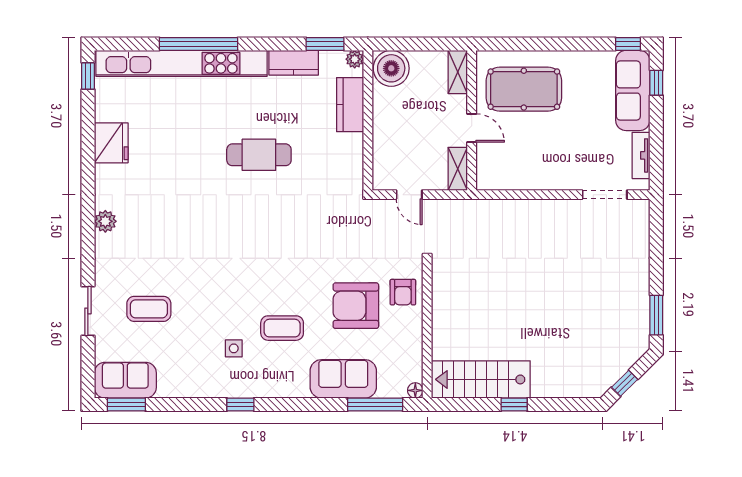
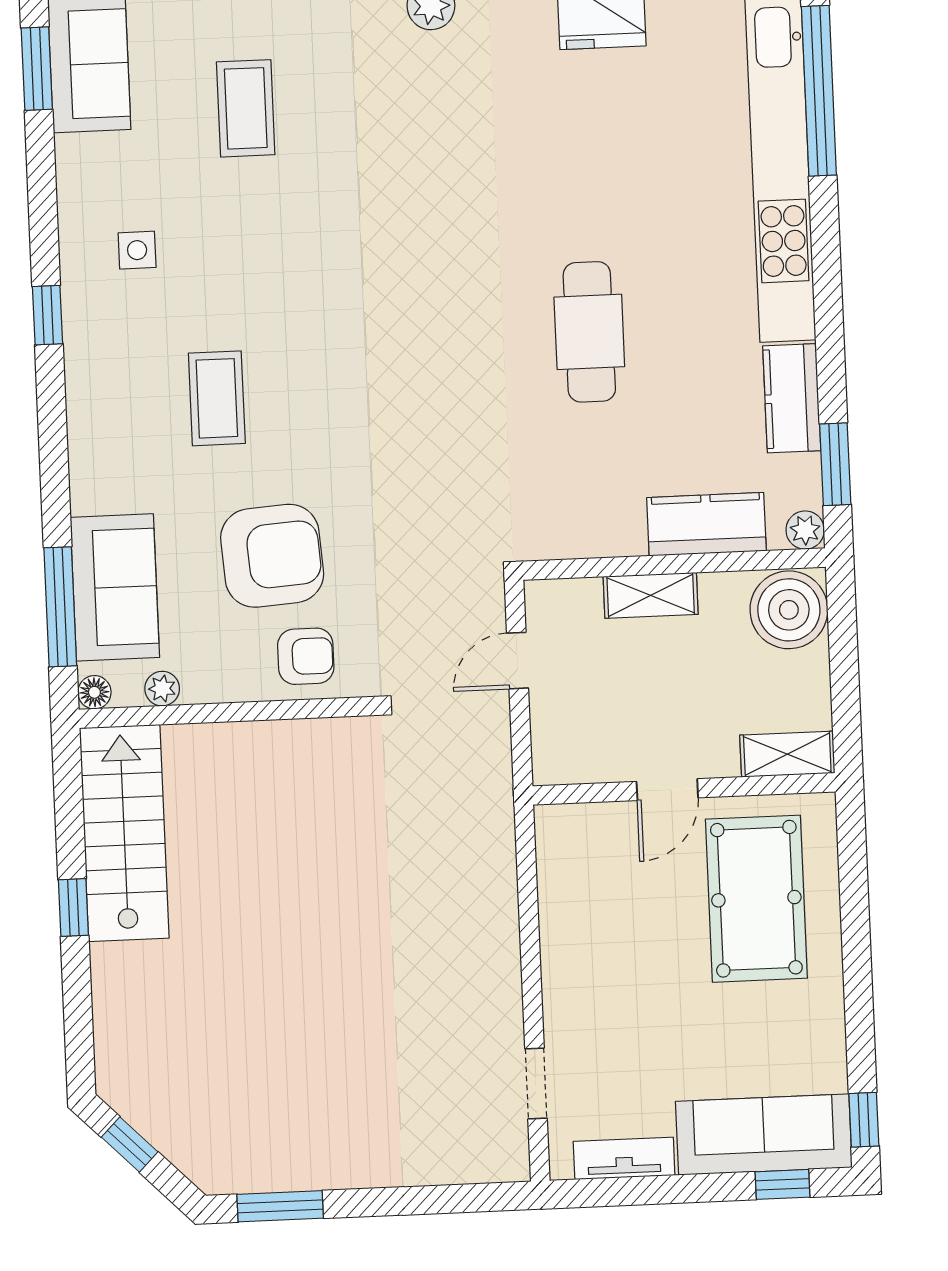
window: (198, 44) -> (819, 91), moved
shelving: (458, 169) -> (651, 595), moved
doorway: (605, 195) -> (536, 1083), width x0.73
armchair: (403, 292) -> (306, 656), turned 180
armchair: (356, 306) -> (272, 556), turned 86
side table: (234, 348) -> (137, 250), moved
plant: (415, 359) -> (162, 689), added
sofa: (343, 379) -> (115, 587), moved

